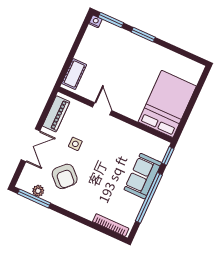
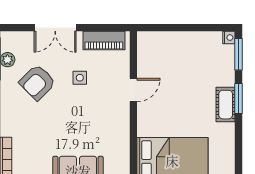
cot: (74, 74) -> (226, 105), moved, turned 90

